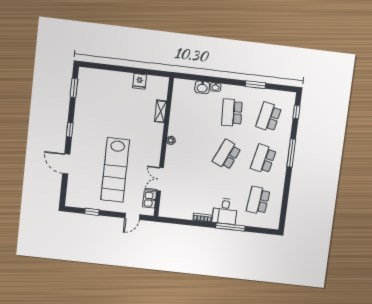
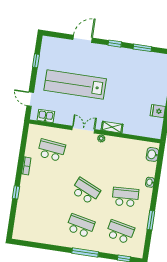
washbasin: (202, 87) -> (152, 154), moved
window: (74, 88) -> (142, 48), moved
shelving: (161, 111) -> (112, 127), moved
double door: (160, 179) -> (83, 130), moved
school desk: (258, 200) -> (51, 150), moved
desk: (225, 211) -> (32, 188), removed
window: (230, 227) -> (16, 192), width x0.46

